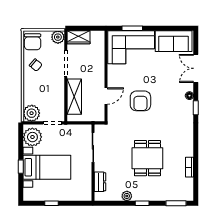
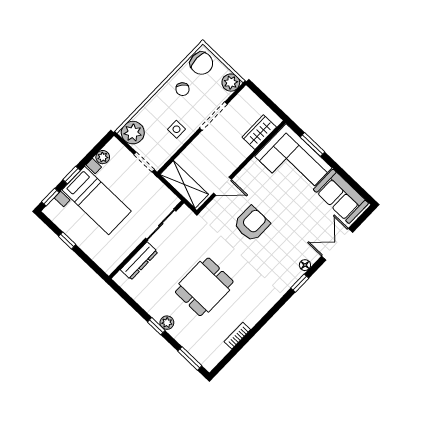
wardrobe: (79, 37) -> (259, 132), moved, turned 90
chair: (33, 42) -> (201, 63), turned -90
side table: (53, 89) -> (176, 129), added
shelving: (74, 97) -> (184, 184), moved, turned 90
armchair: (140, 101) -> (252, 224), turned 180
plant: (32, 137) -> (103, 157), width x0.53, depth x0.53
dresser: (100, 182) -> (139, 261), width x1.44
window: (21, 189) -> (50, 197), added
plant: (127, 196) -> (167, 323), moved

